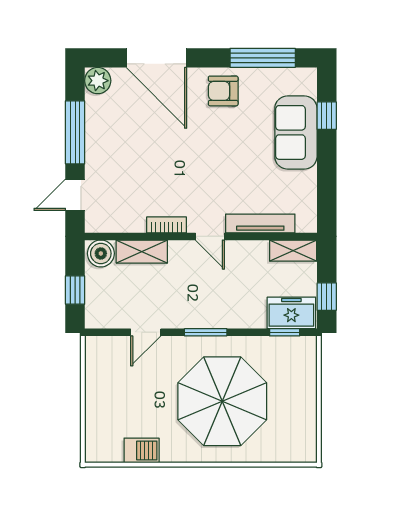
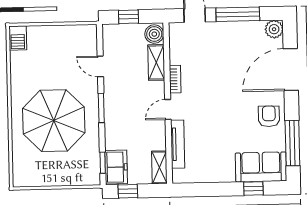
sofa: (296, 132) -> (261, 167), moved
barbecue: (142, 451) -> (18, 38), moved

